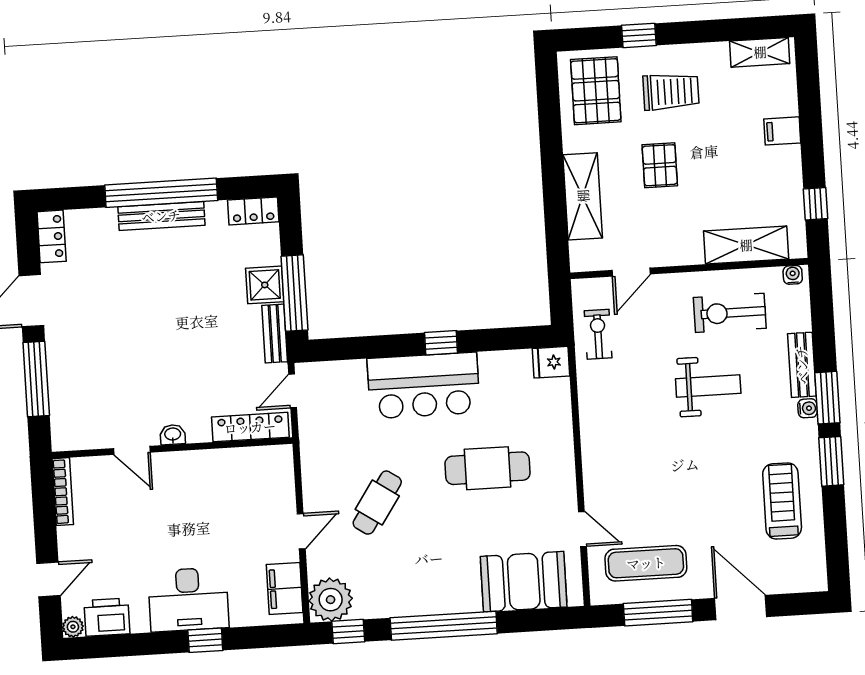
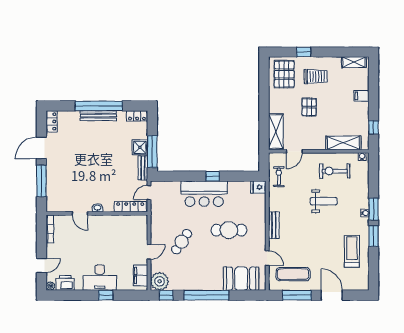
shelving: (583, 196) -> (276, 131), moved
bench: (802, 365) -> (274, 225), moved

